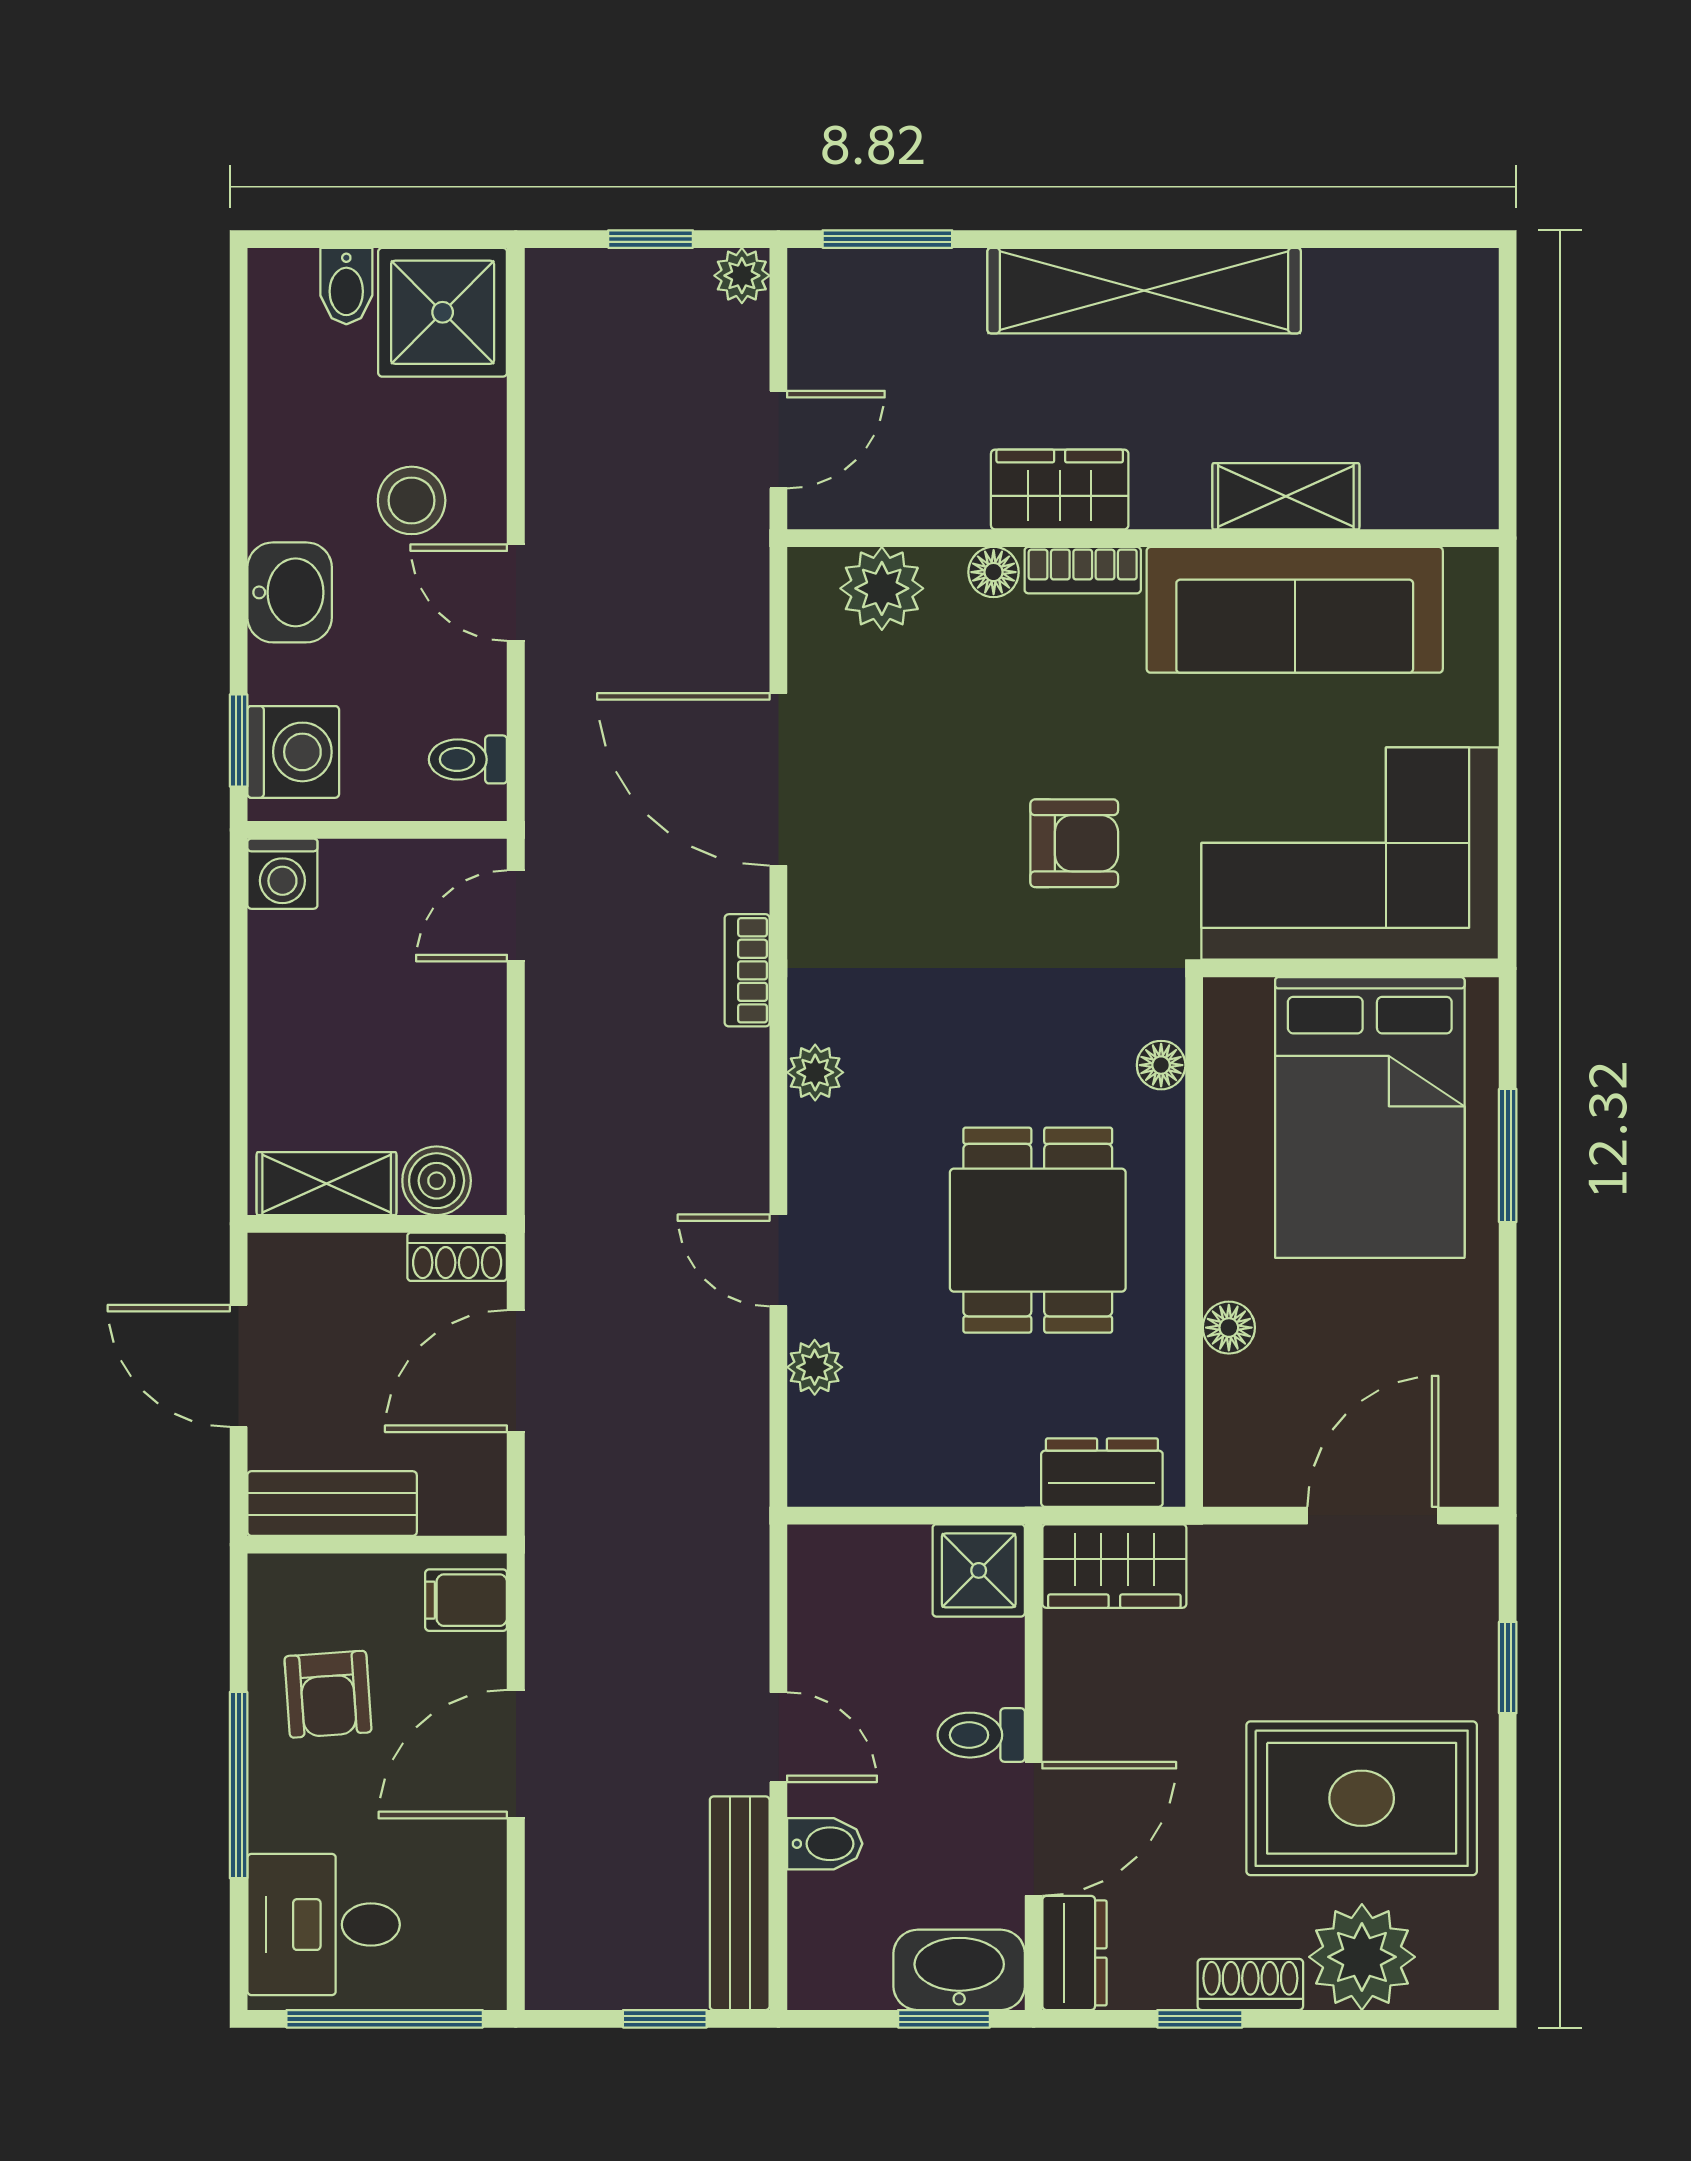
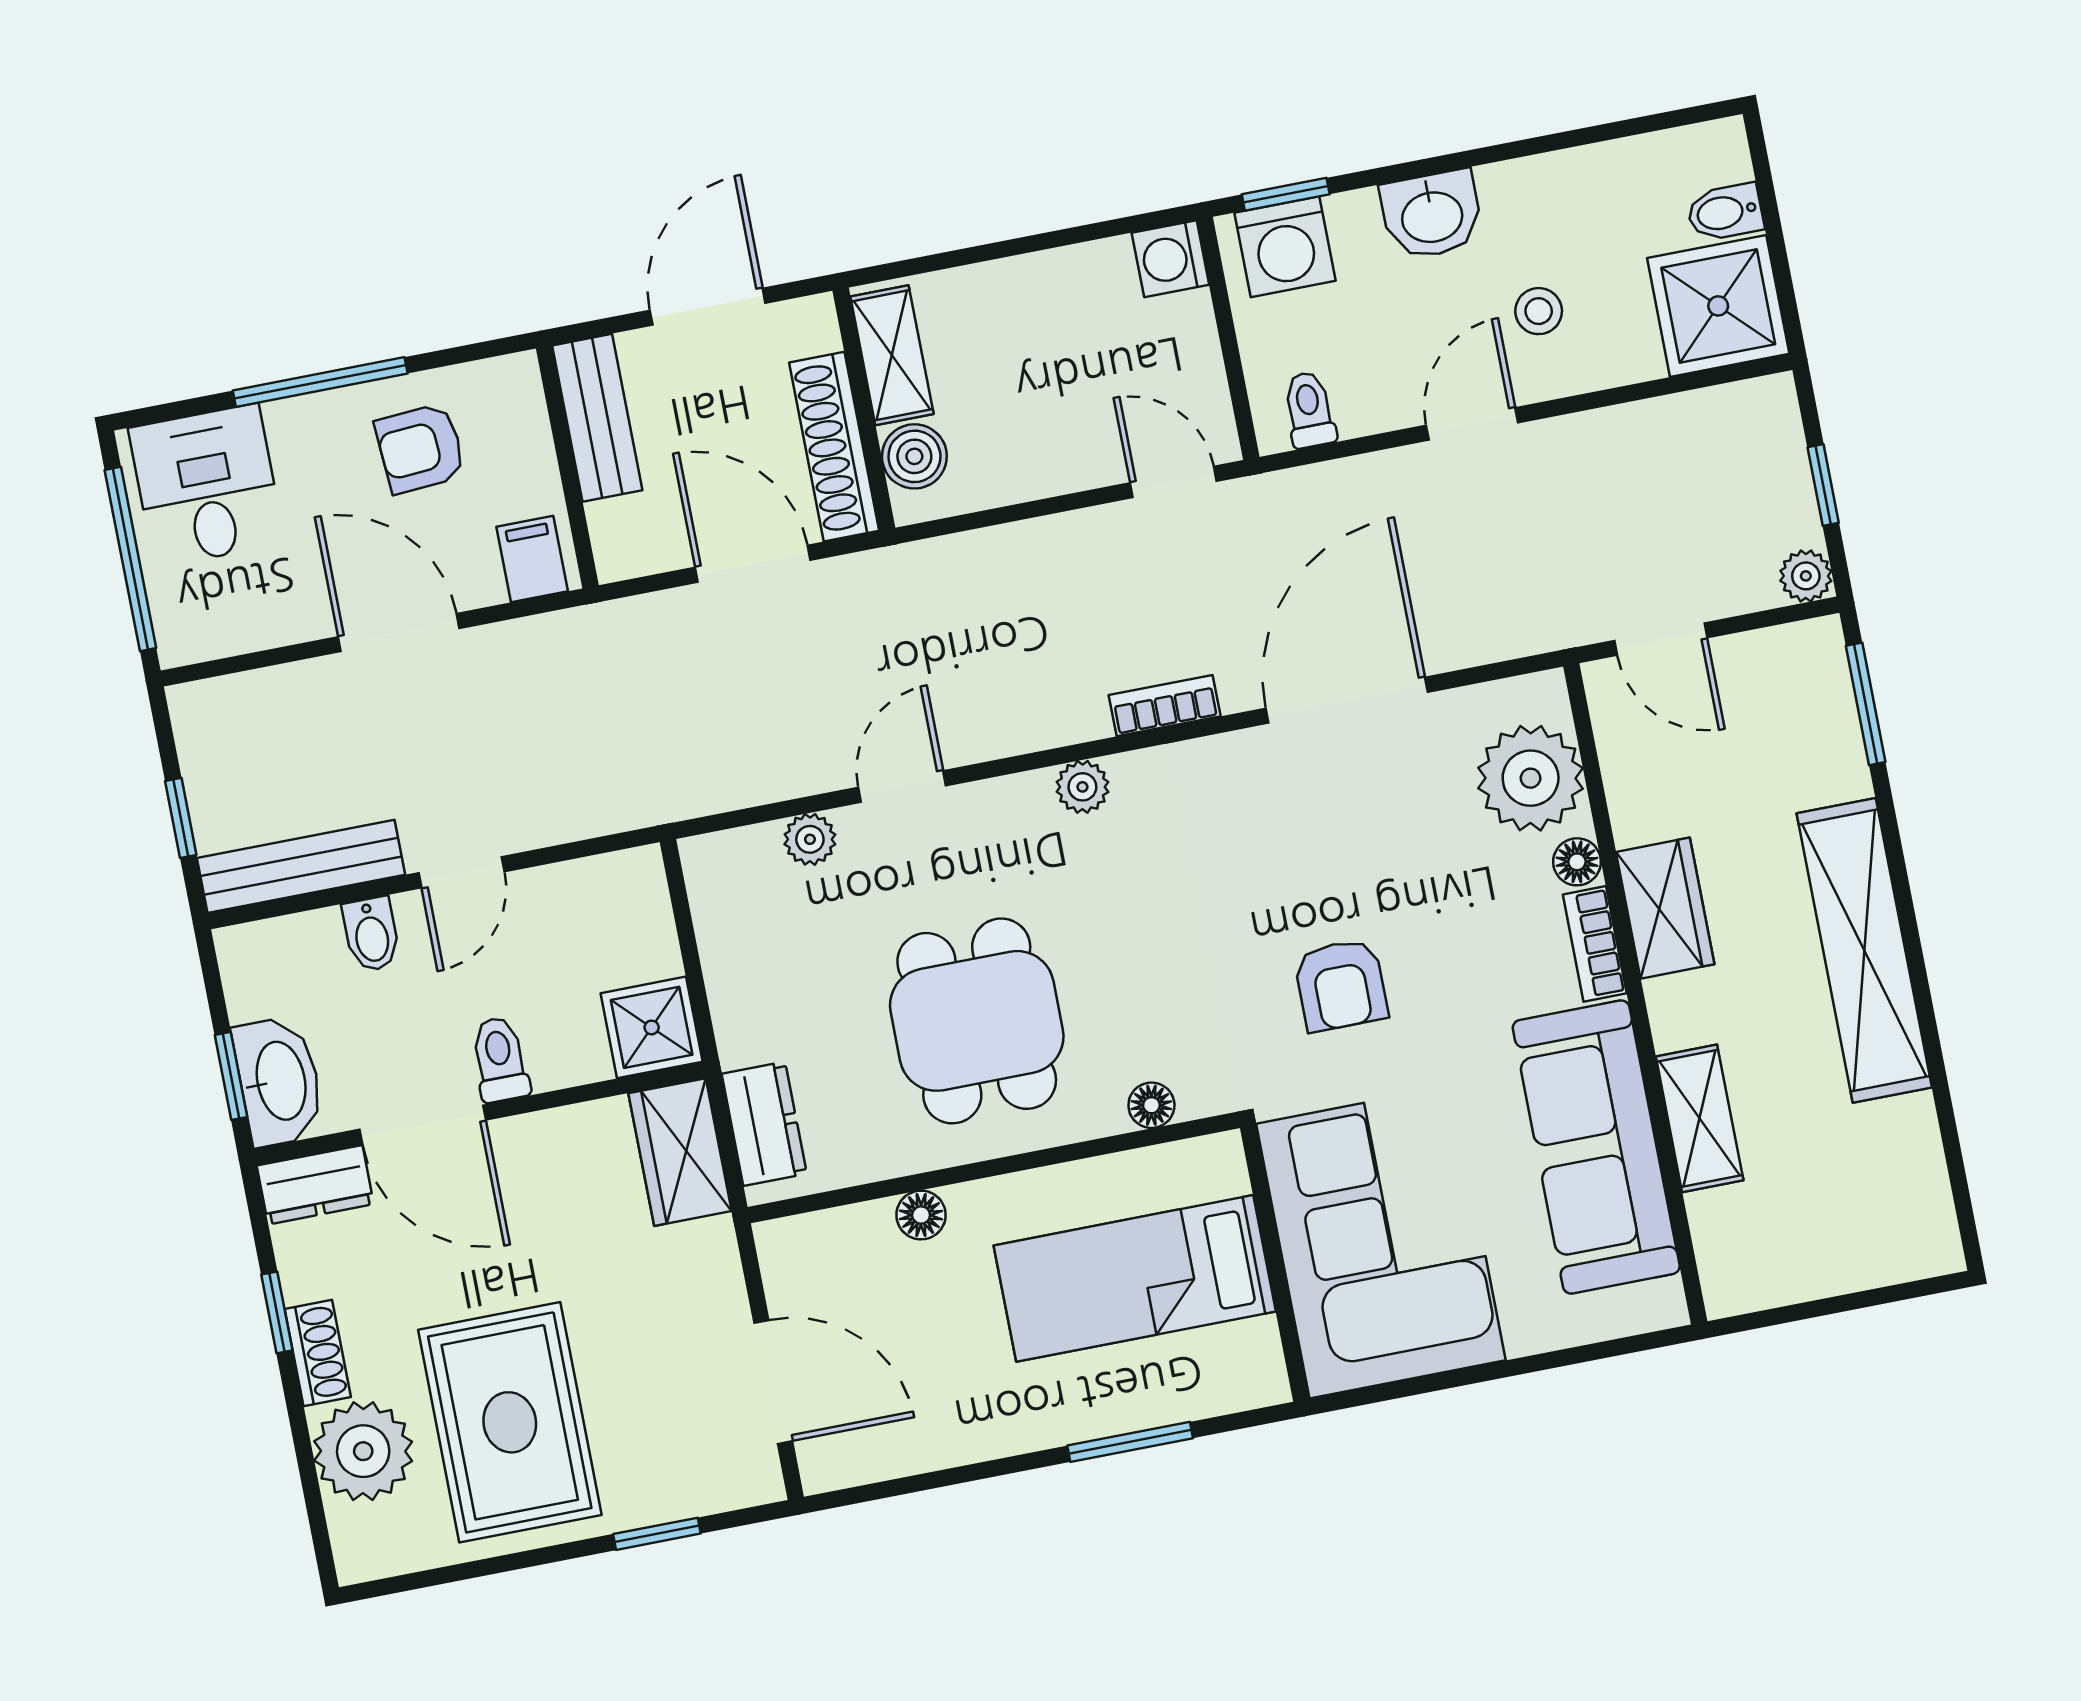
stool: (412, 500) -> (1539, 311), width x0.73, depth x0.73
plant: (882, 588) -> (1531, 778), width x1.36, depth x1.36
bed: (1370, 1118) -> (1135, 1278), width x0.67
dining table: (1038, 1230) -> (977, 1021), turned 90
shoe rack: (457, 1257) -> (834, 447), width x1.94, depth x1.24

